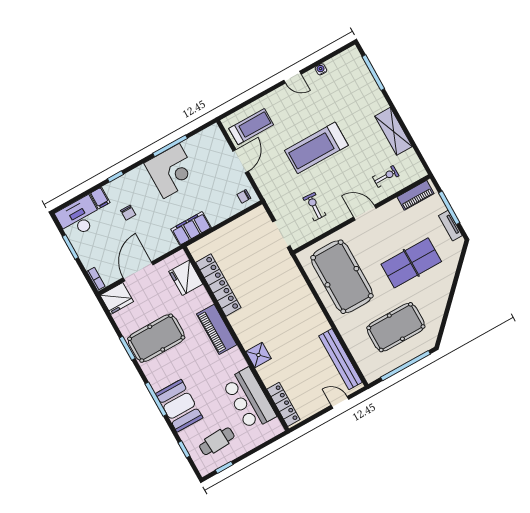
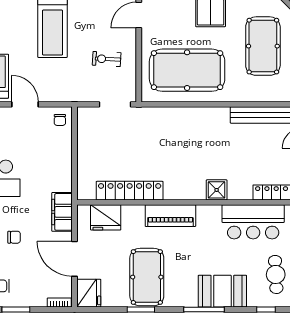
filing cabinet: (191, 228) -> (62, 212), moved

